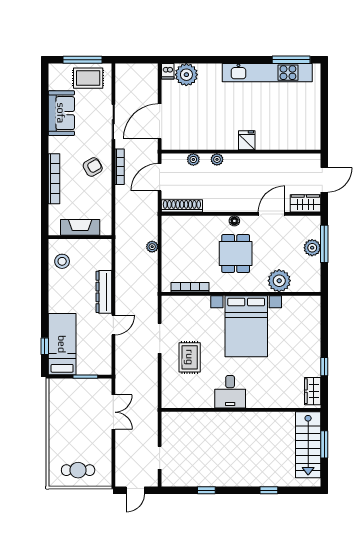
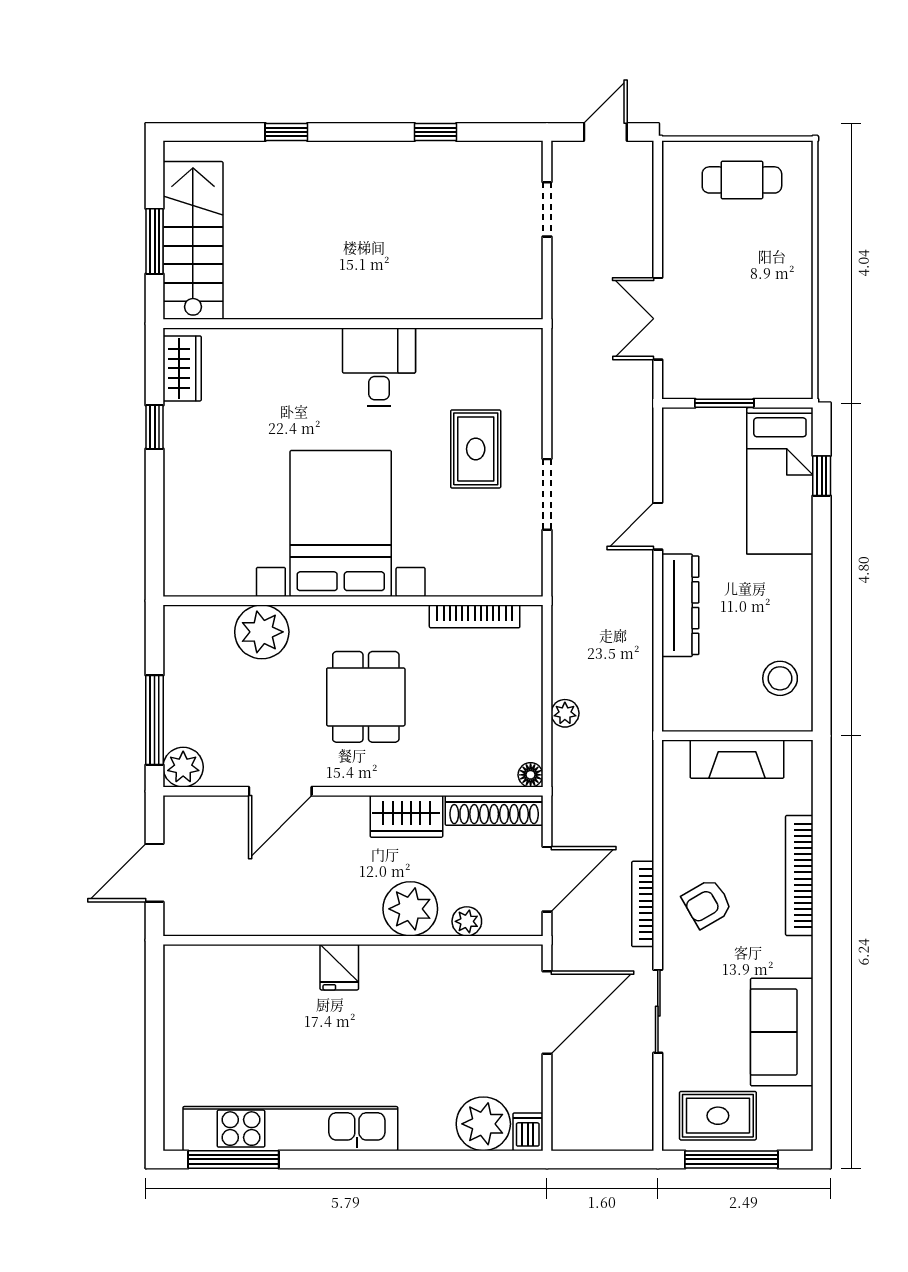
plant: (217, 159) -> (410, 909), width x1.87, depth x1.87
wardrobe: (305, 203) -> (406, 816), moved
floor lamp: (234, 221) -> (531, 775), moved
plant: (312, 248) -> (183, 767), moved

